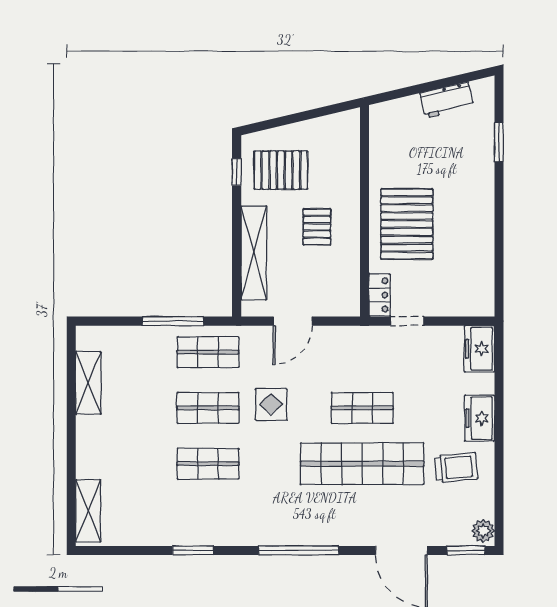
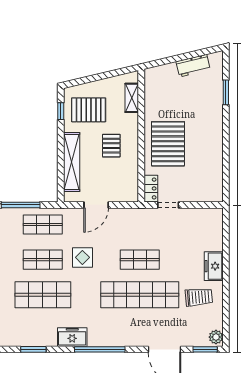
shelving: (350, 151) -> (132, 98), added
freezer: (479, 349) -> (72, 337), moved, turned 90
shop shelf: (208, 464) -> (43, 295), width x1.43, depth x1.36

